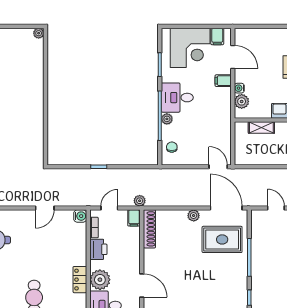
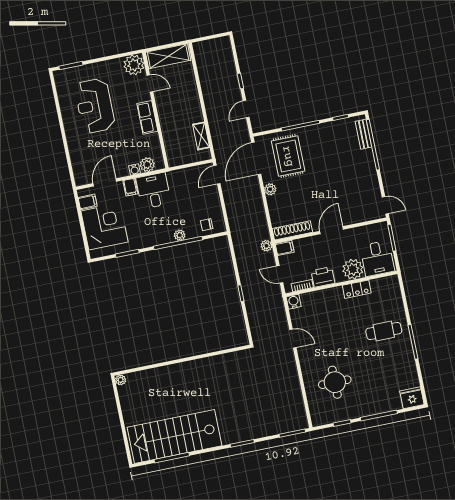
desk: (177, 98) -> (153, 191), moved, turned 180
shelving: (261, 127) -> (201, 136), moved
door: (142, 286) -> (332, 230), moved

